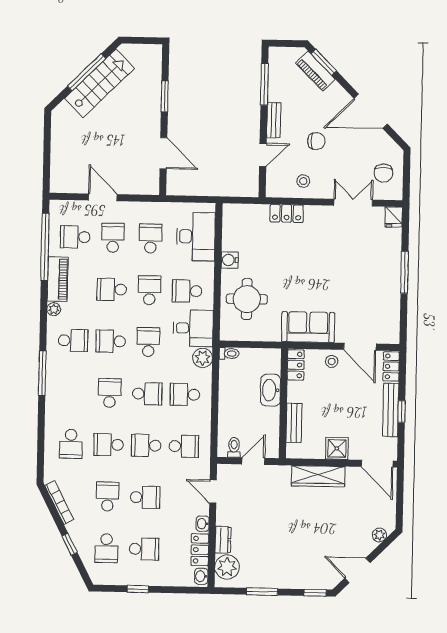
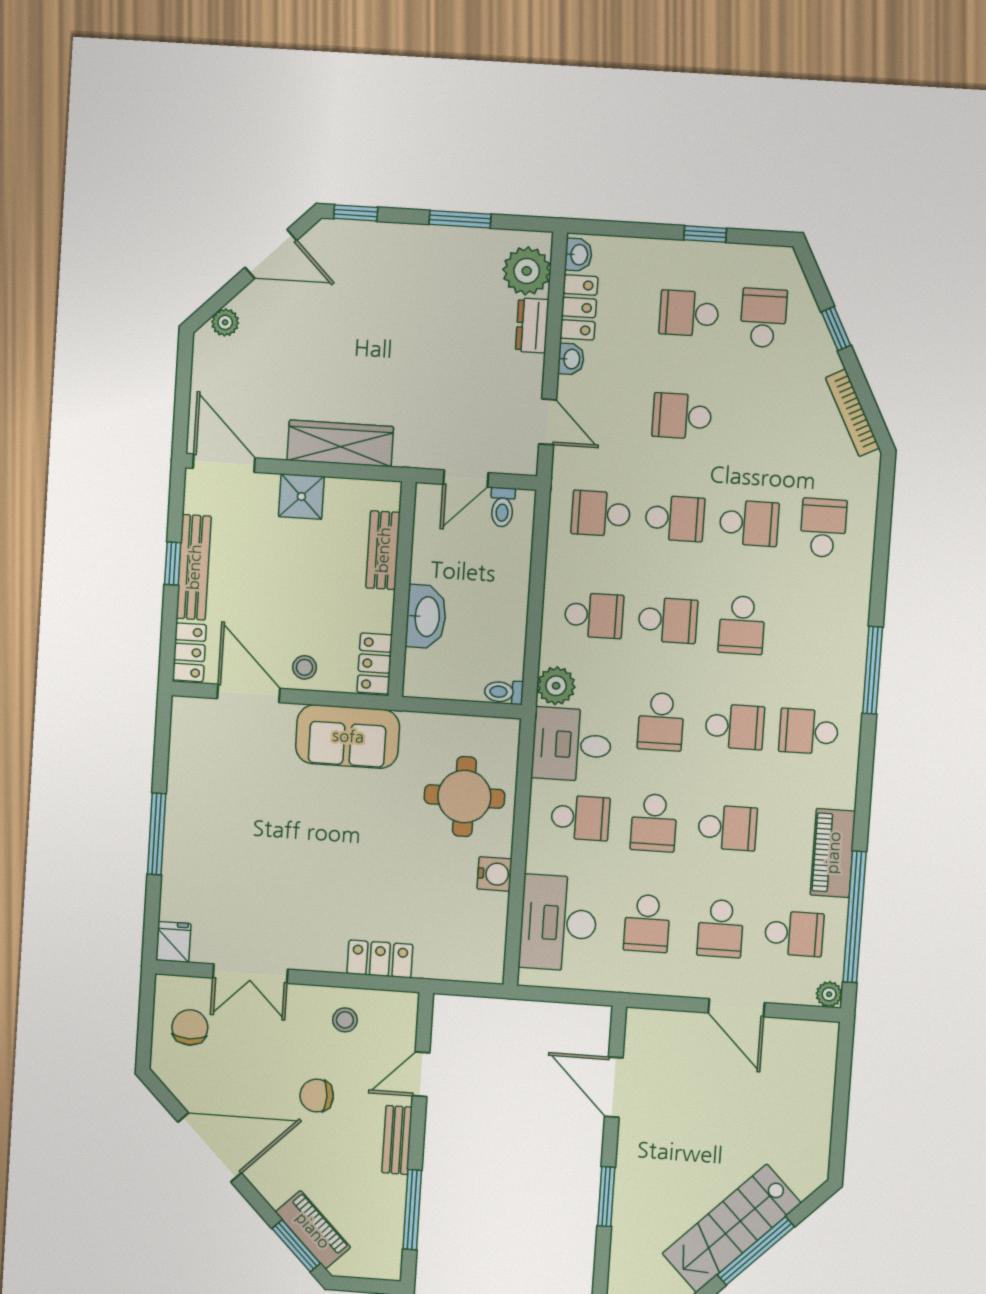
plant: (54, 309) -> (829, 994), moved
school desk: (147, 394) -> (668, 620), turned 180
school desk: (107, 496) -> (756, 421), removed

